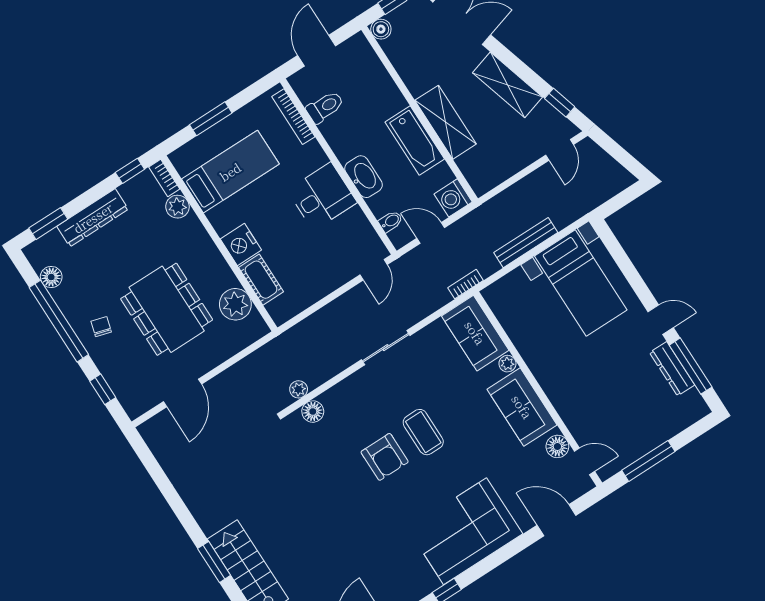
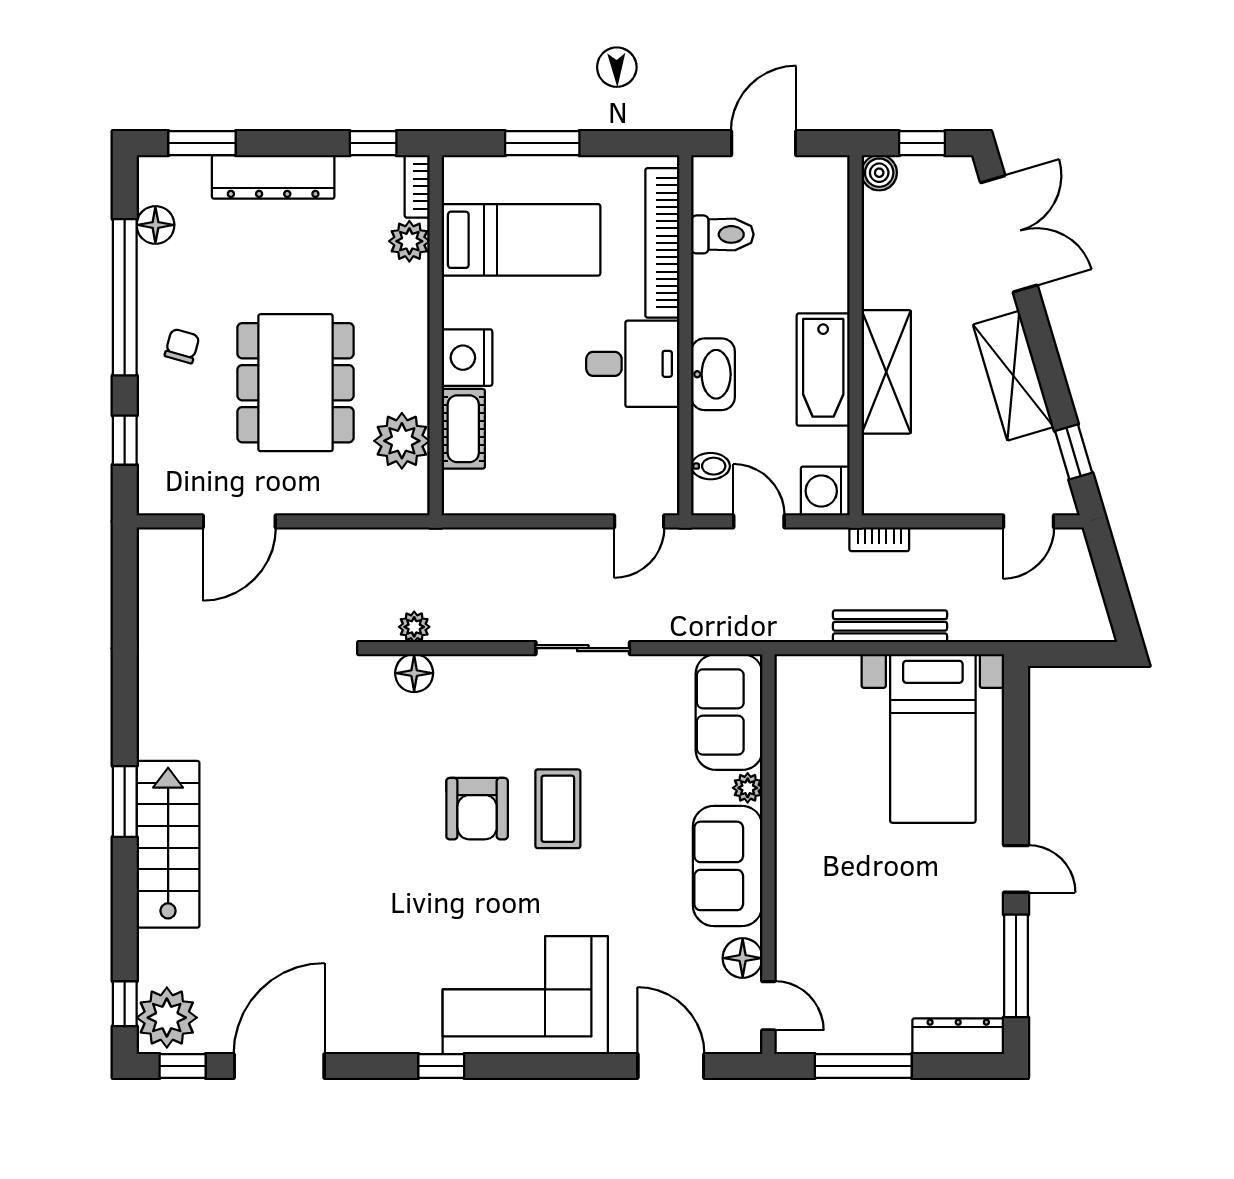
bookcase: (293, 117) -> (662, 243), width x1.48, depth x1.31
bookcase: (466, 284) -> (879, 539), moved, turned 180
dresser: (672, 369) -> (958, 1036), moved, turned 90

